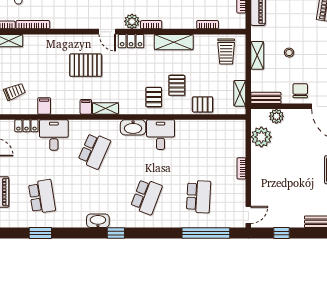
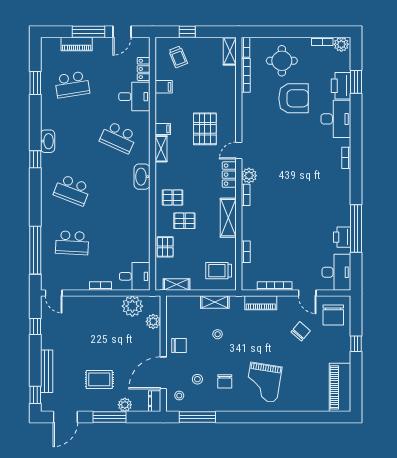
bench: (266, 98) -> (172, 311), removed
desk: (161, 135) -> (135, 276), moved

